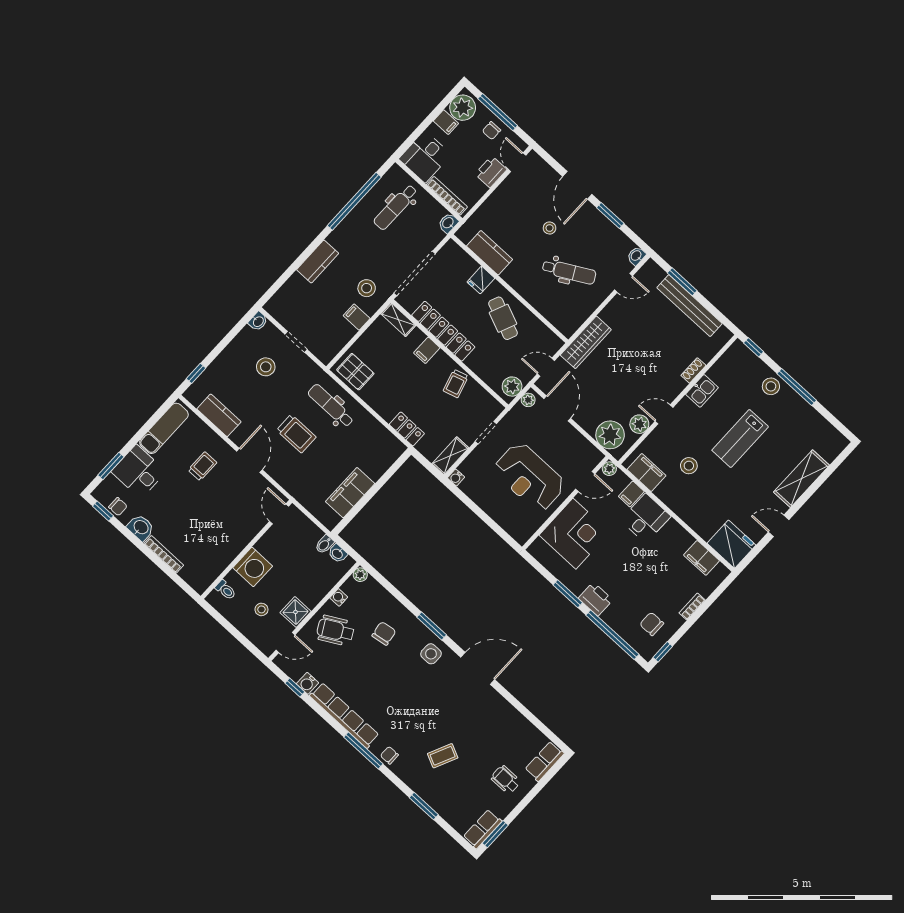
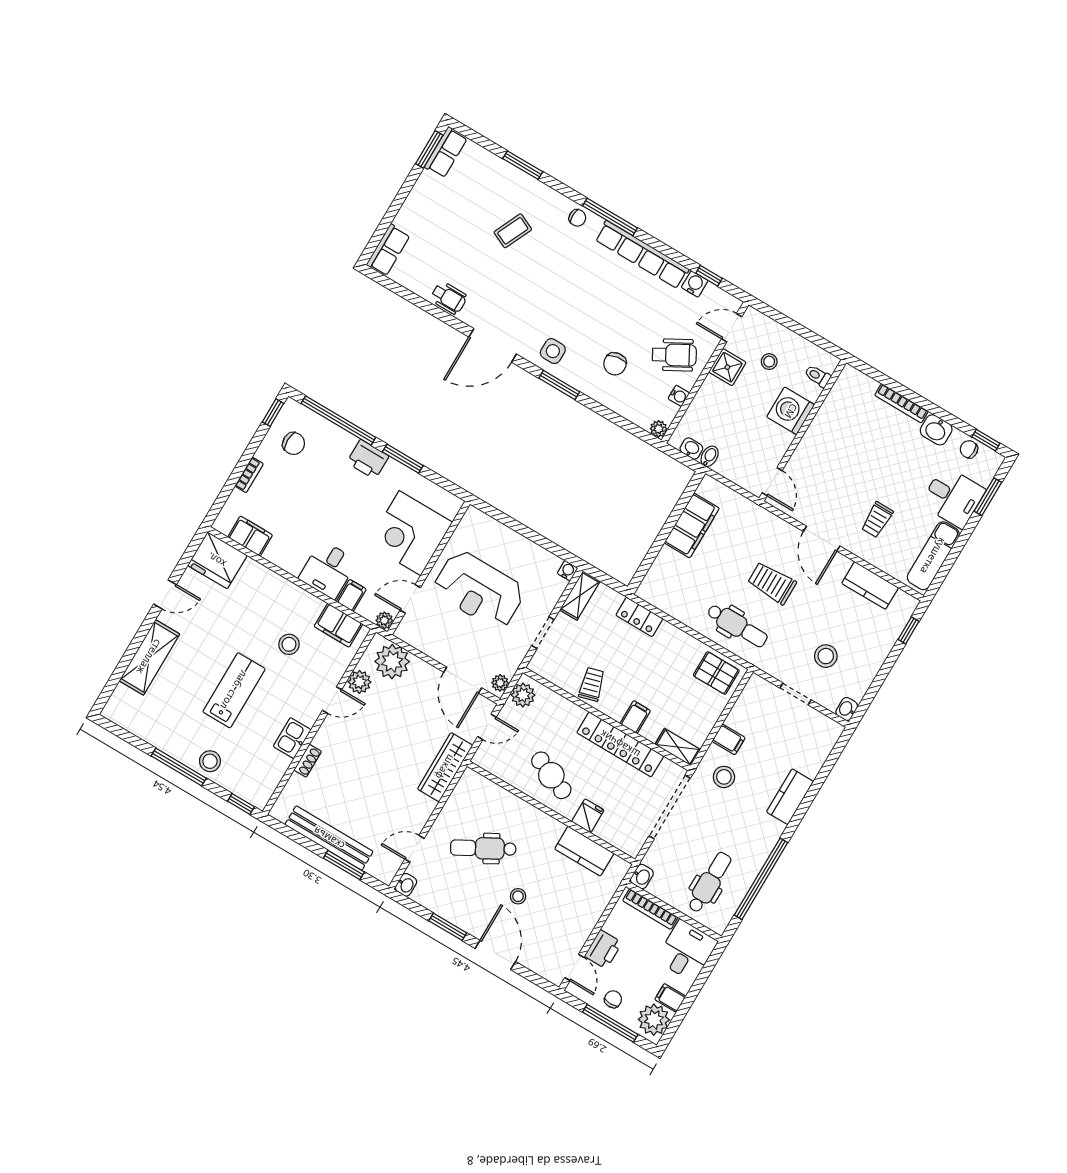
reception desk: (529, 477) -> (479, 590), turned 180
wheelchair: (506, 780) -> (449, 298), moved

